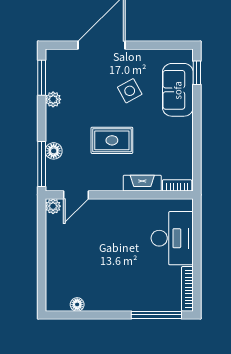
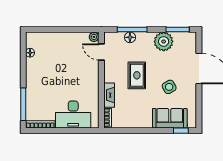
plant: (53, 99) -> (164, 41), width x1.88, depth x1.88
window: (42, 164) -> (132, 30), moved

